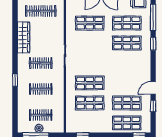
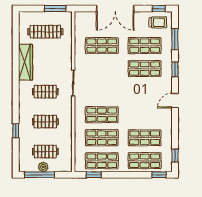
window: (153, 17) -> (175, 39), width x0.69
window: (15, 80) -> (16, 131), moved
door: (153, 88) -> (175, 101), moved
window: (153, 106) -> (175, 156), moved
shop shelf: (90, 123) -> (102, 161), added

